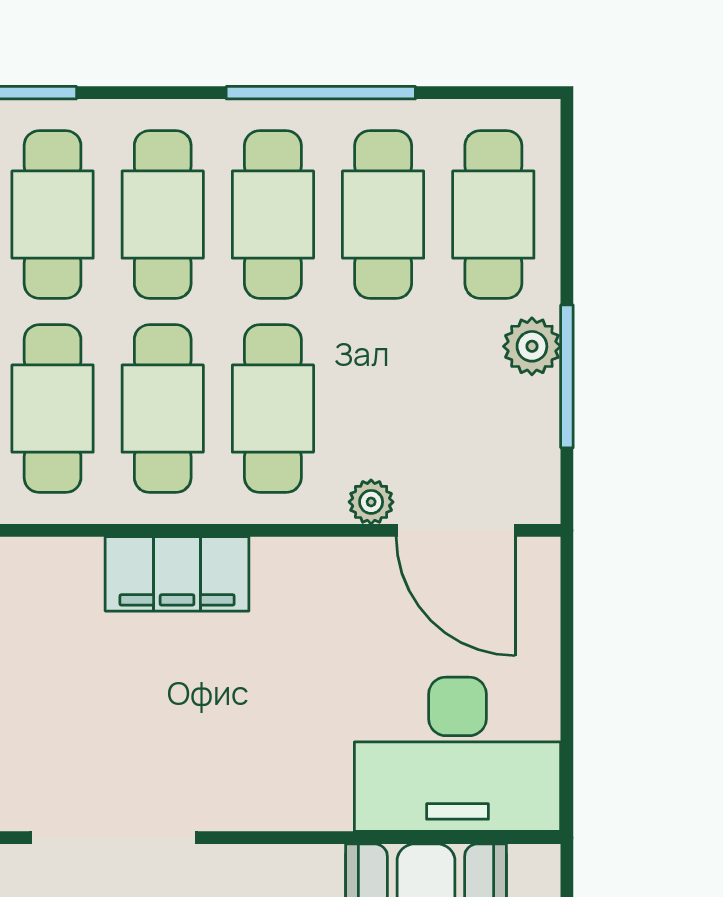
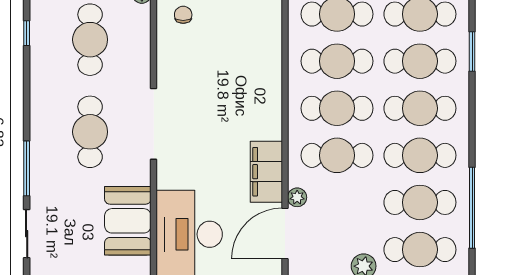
window: (321, 93) -> (472, 208), moved
filing cabinet: (177, 574) -> (266, 172), moved
doorway: (114, 838) -> (154, 124), moved

